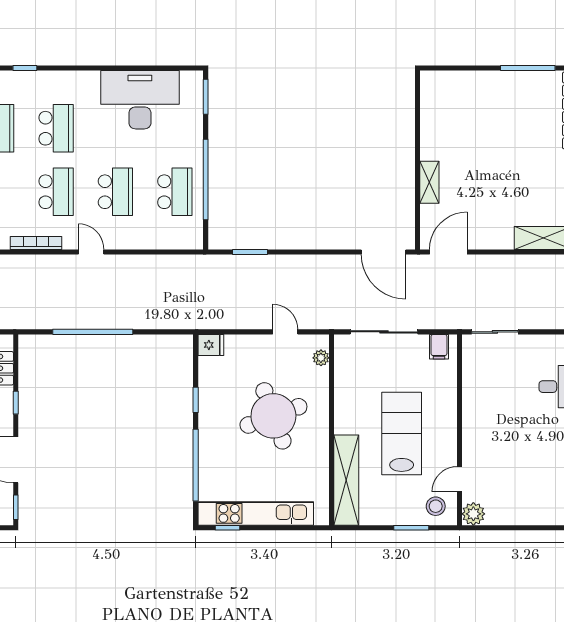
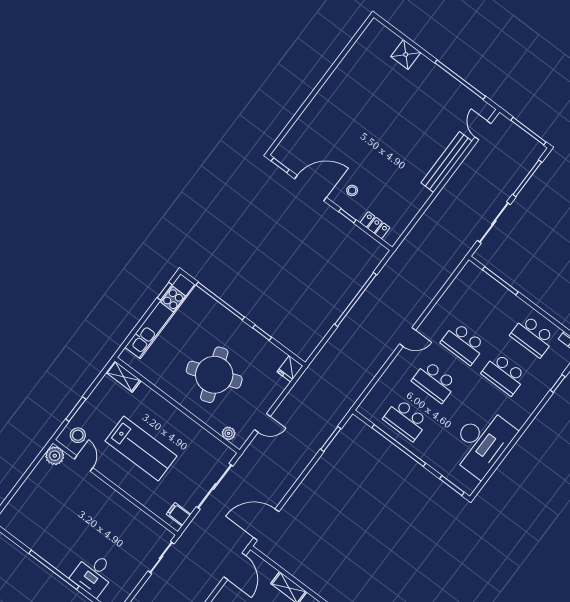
bookcase: (36, 243) -> (440, 306), removed
shelving: (346, 480) -> (123, 377), width x0.45, depth x0.75

